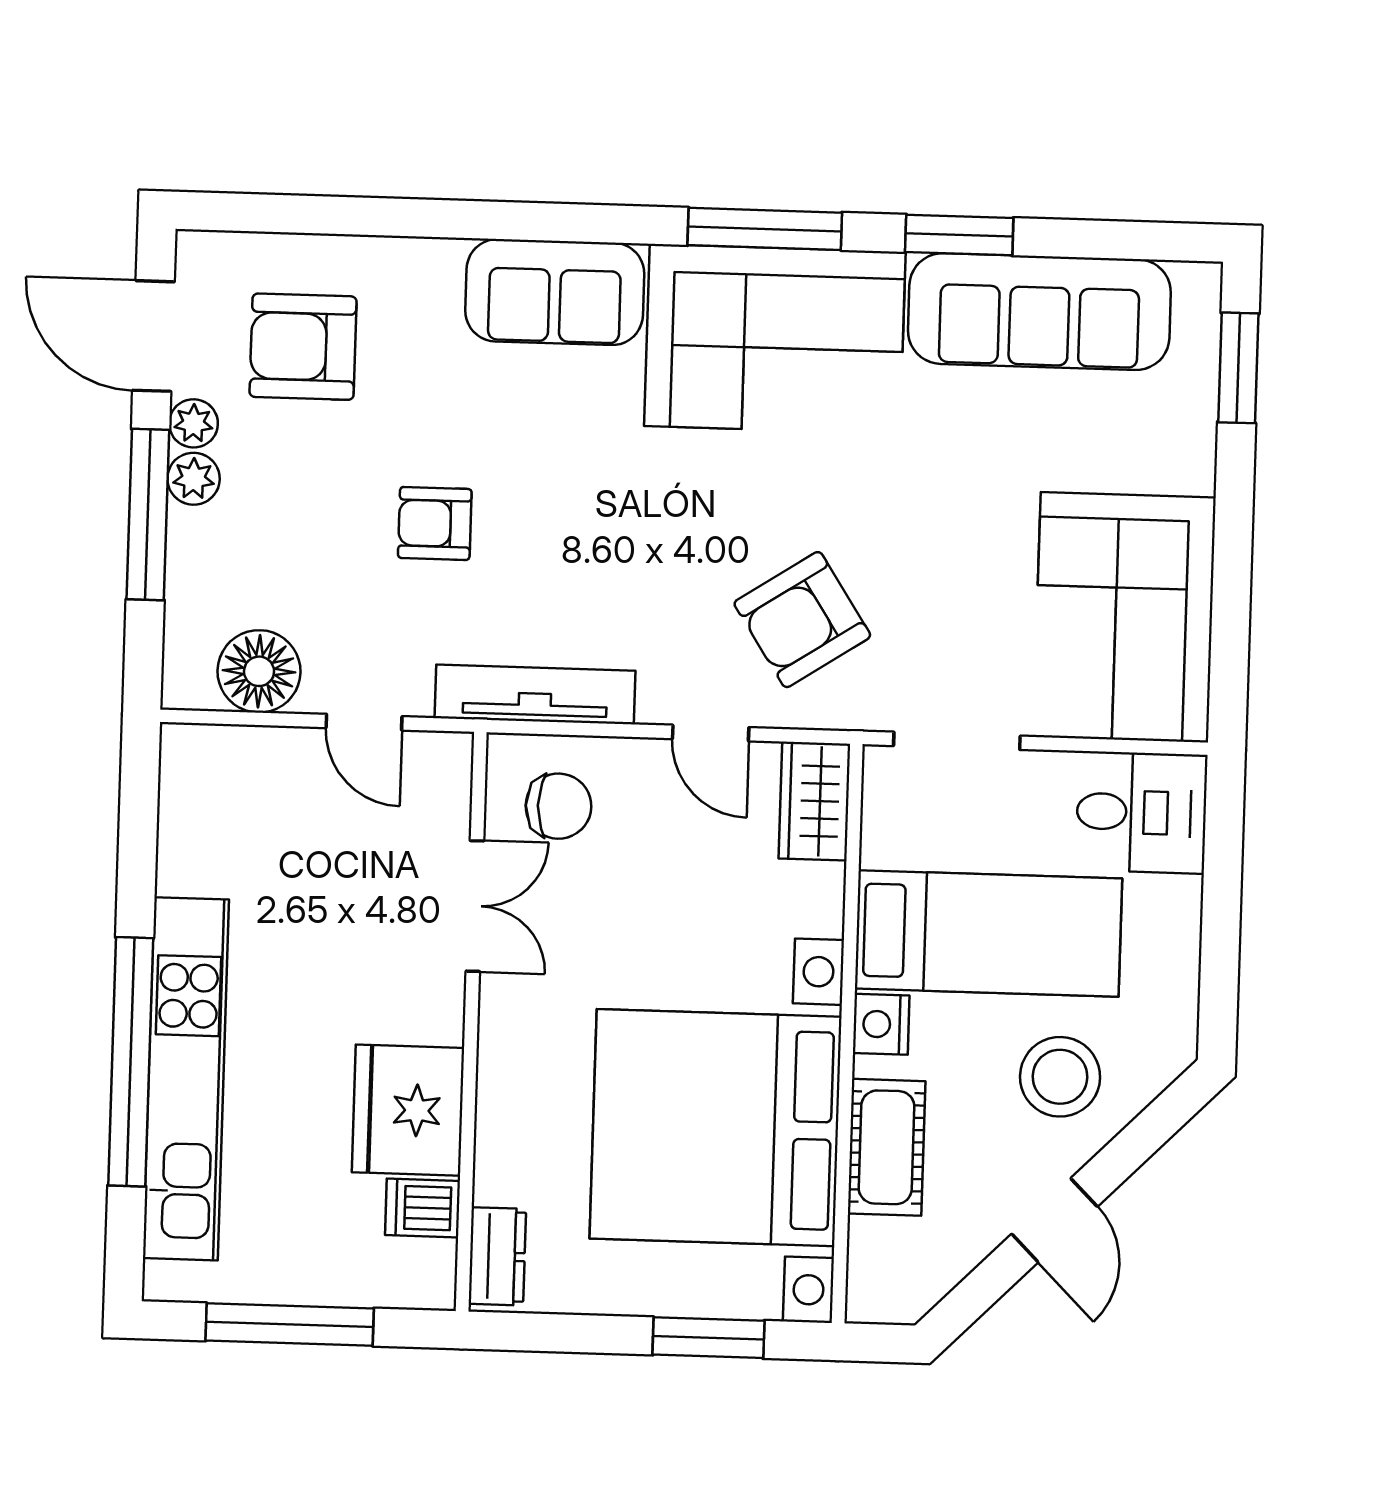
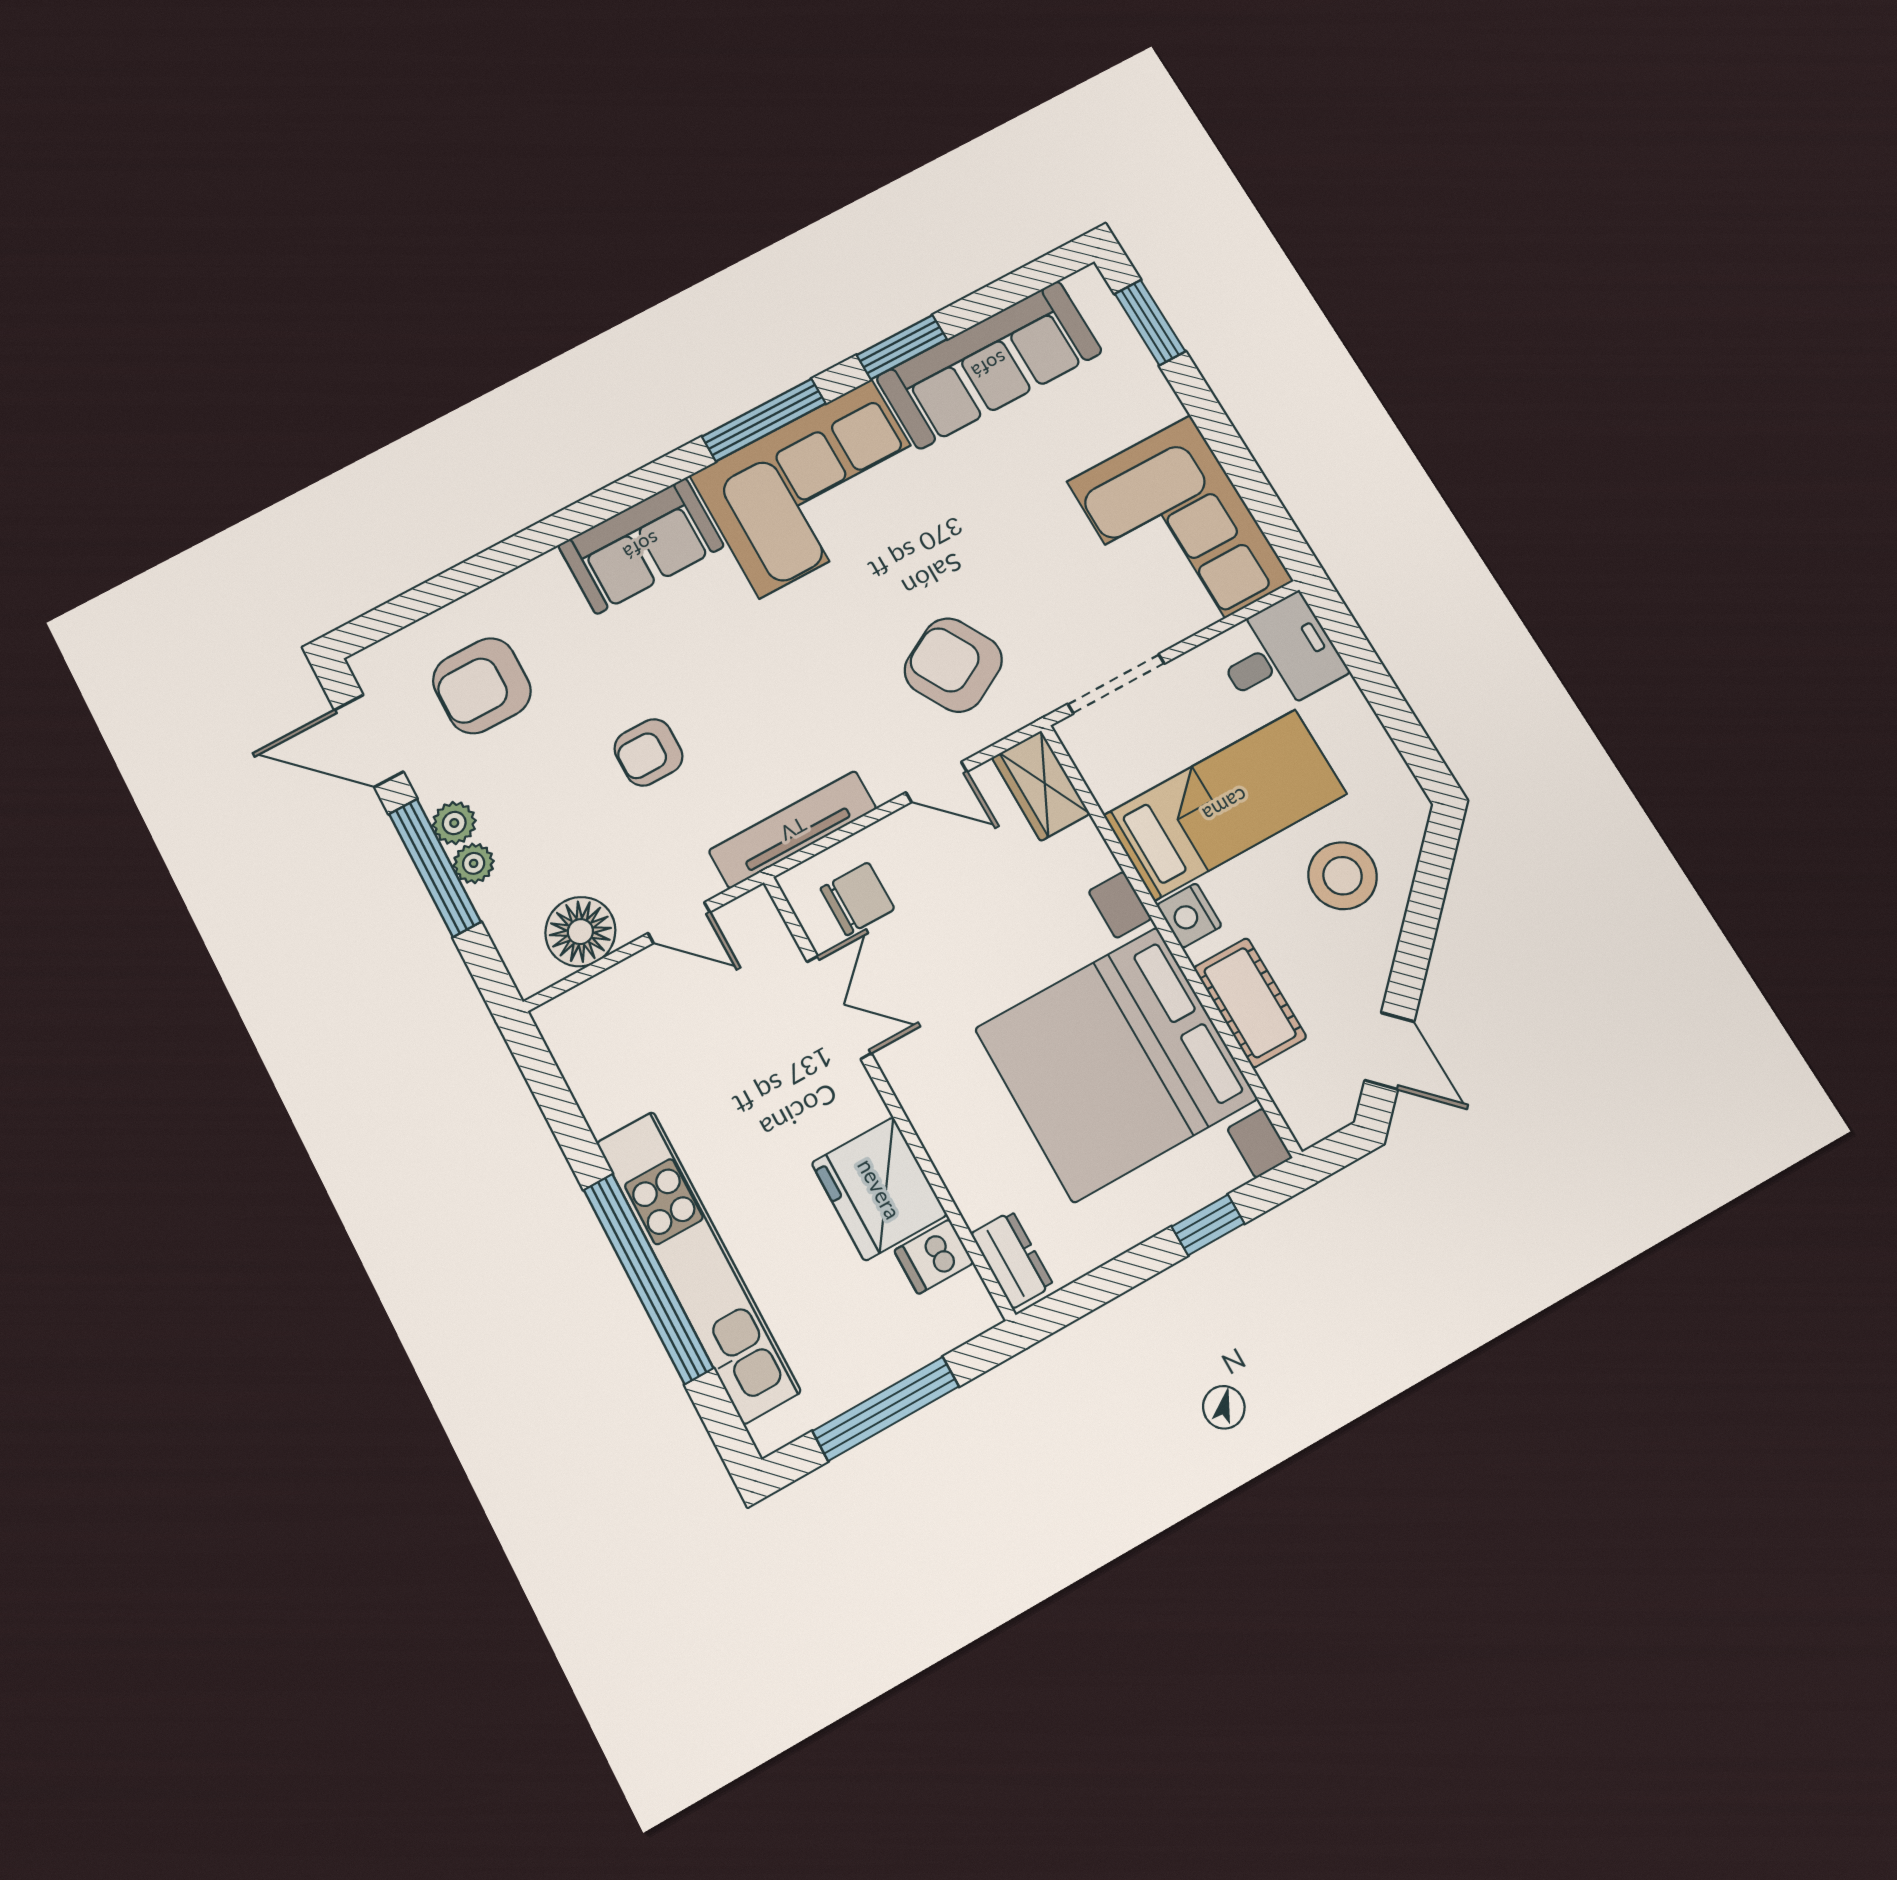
plant: (193, 423) -> (474, 863), moved
armchair: (802, 620) -> (953, 665), turned 94
door: (1054, 1220) -> (1389, 1051), moved
window: (708, 1338) -> (1208, 1225), width x0.67

